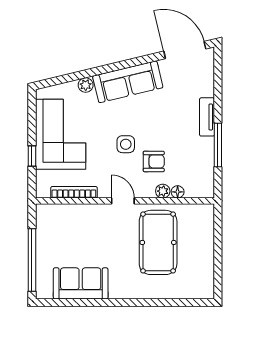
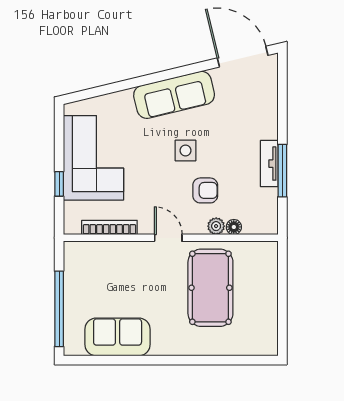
plant: (86, 85) -> (123, 99), removed
tv unit: (207, 117) -> (269, 164), moved
side table: (126, 144) -> (186, 151), moved

